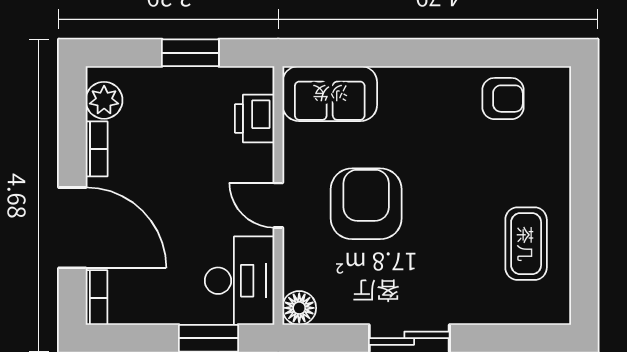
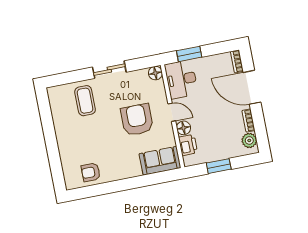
floor lamp: (257, 162) -> (184, 128), added
armchair: (366, 204) -> (137, 120), turned 180
coffee table: (526, 244) -> (85, 101), moved

